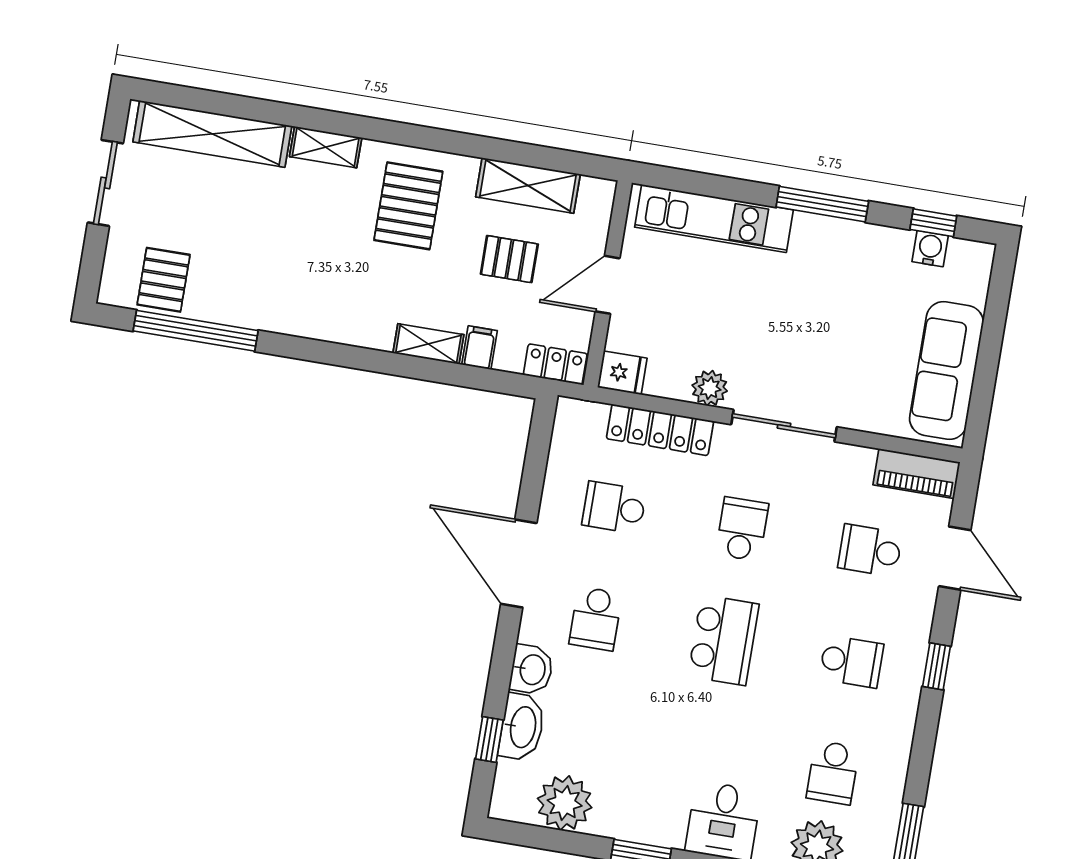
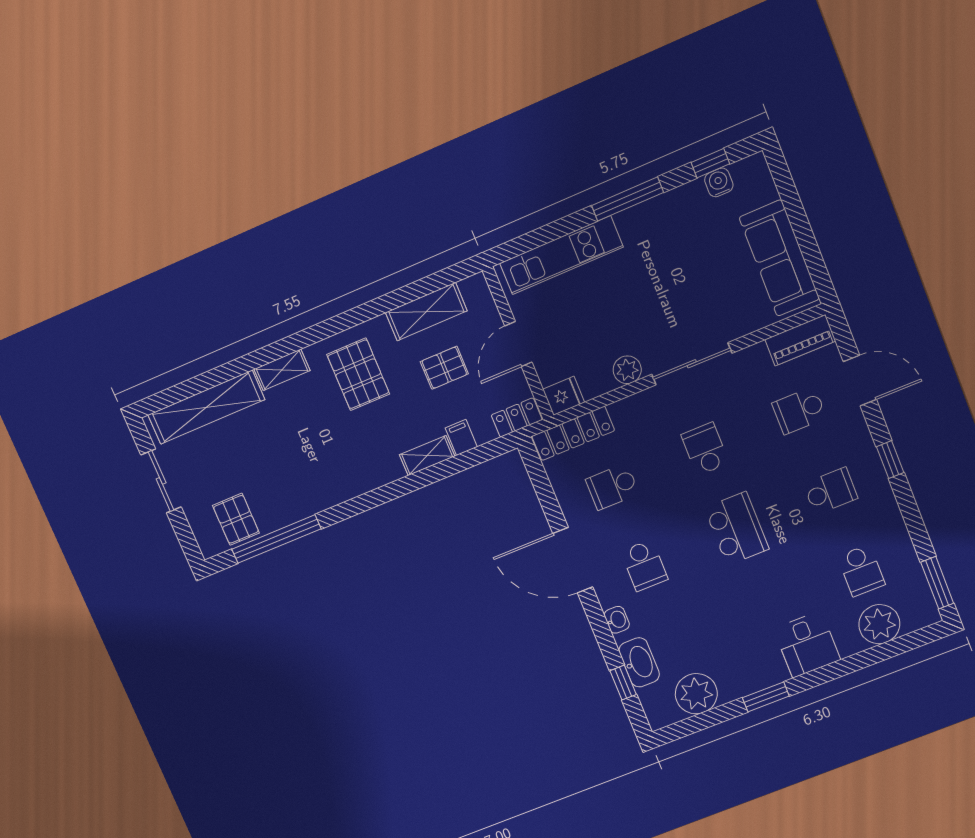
locker: (660, 430) -> (573, 433), moved
washbasin: (532, 670) -> (617, 620), width x0.72, depth x0.69

